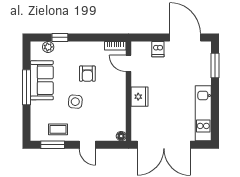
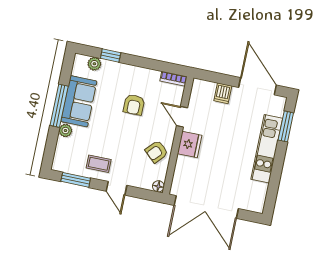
door: (129, 63) -> (182, 117), moved
side table: (75, 102) -> (113, 135), removed
plant: (36, 106) -> (65, 131), added
armchair: (114, 108) -> (157, 152), added
kitchen unit: (203, 113) -> (267, 149), moved
coffee table: (58, 129) -> (99, 164), moved

